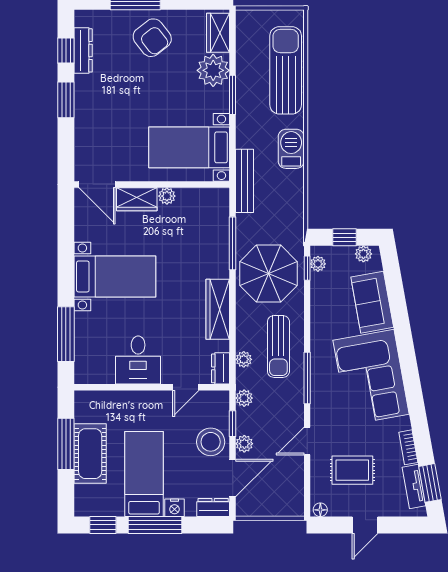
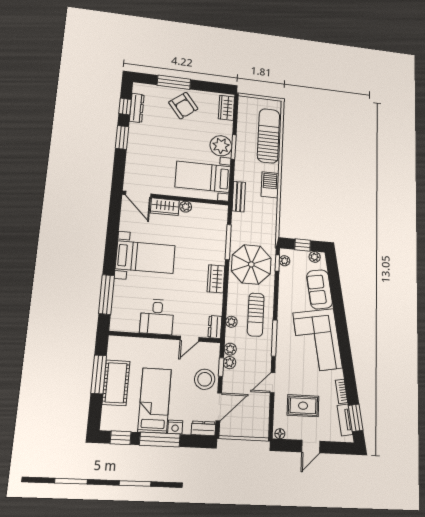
plant: (213, 70) -> (221, 146), moved
bench: (245, 181) -> (239, 197), width x0.73
wardrobe: (218, 309) -> (216, 279), width x0.67
plant: (244, 444) -> (230, 363), moved

